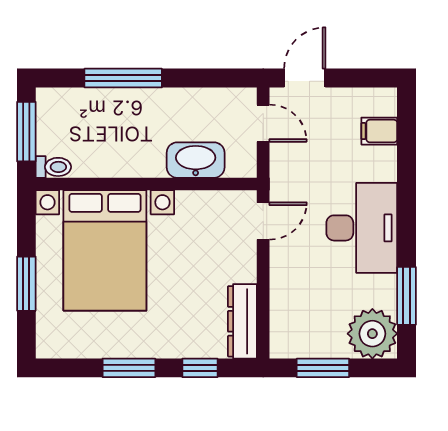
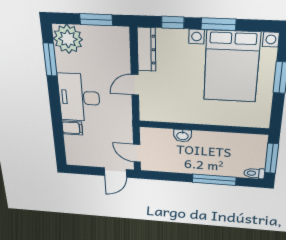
filing cabinet: (379, 131) -> (72, 128), moved
washbasin: (196, 160) -> (182, 136), width x0.52, depth x0.69
toilet: (53, 167) -> (254, 173), moved
door: (263, 221) -> (135, 85), moved
bed with nightstands: (105, 250) -> (232, 67), moved, turned 180

